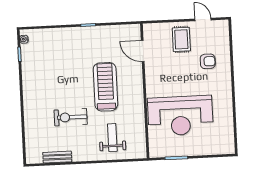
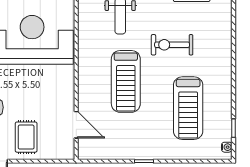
treadmill: (56, 68) -> (188, 108), added
exercise bike: (71, 117) -> (172, 45), turned 180

